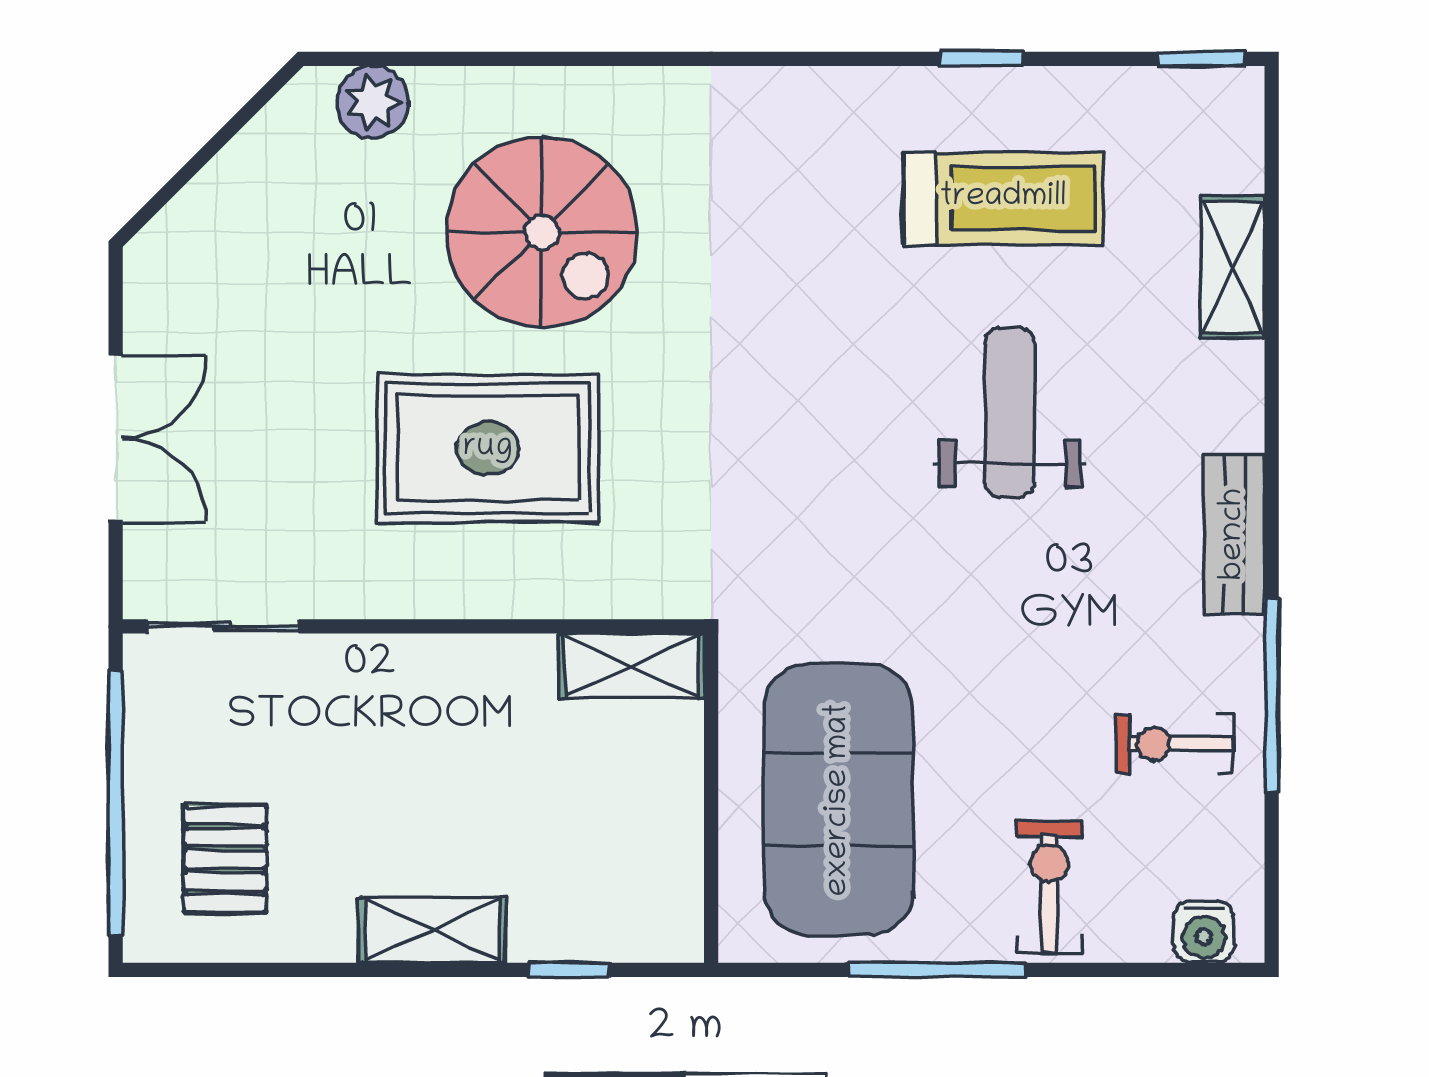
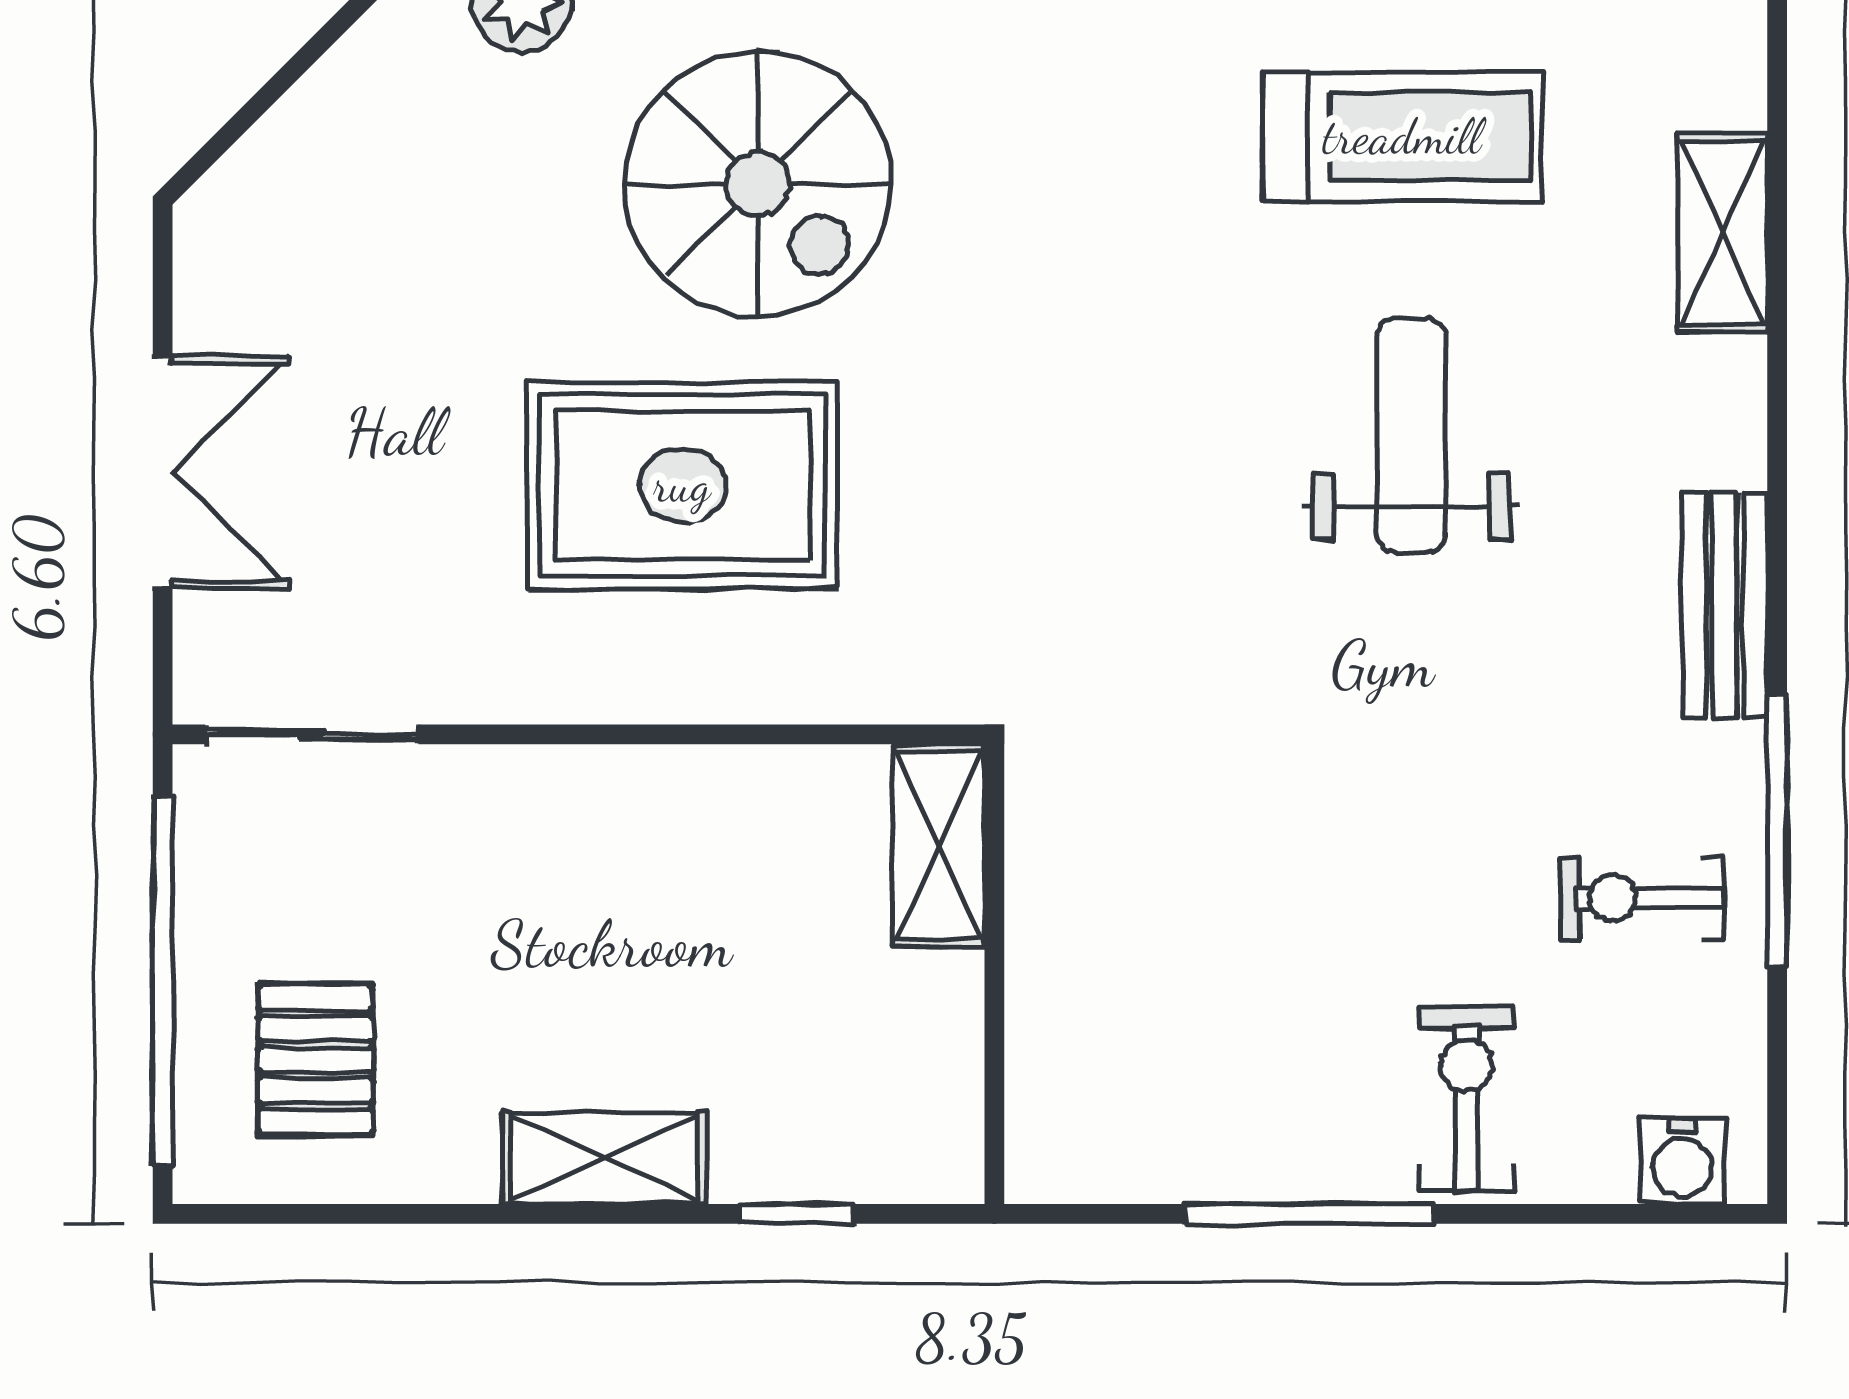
shelving: (632, 666) -> (939, 846), moved, turned 90
exercise mat: (839, 800) -> (1172, 976), removed

